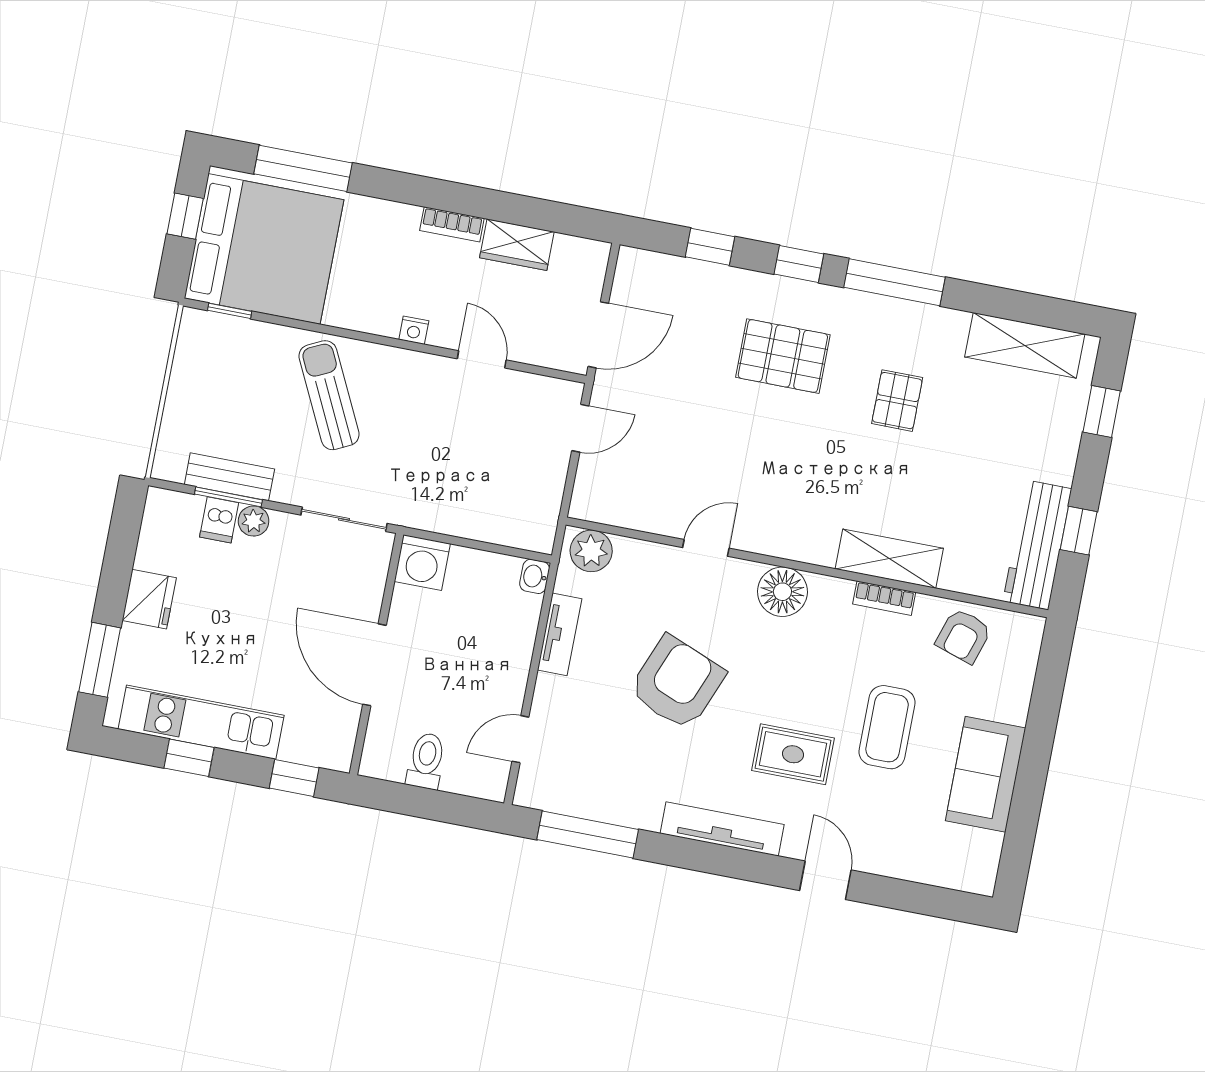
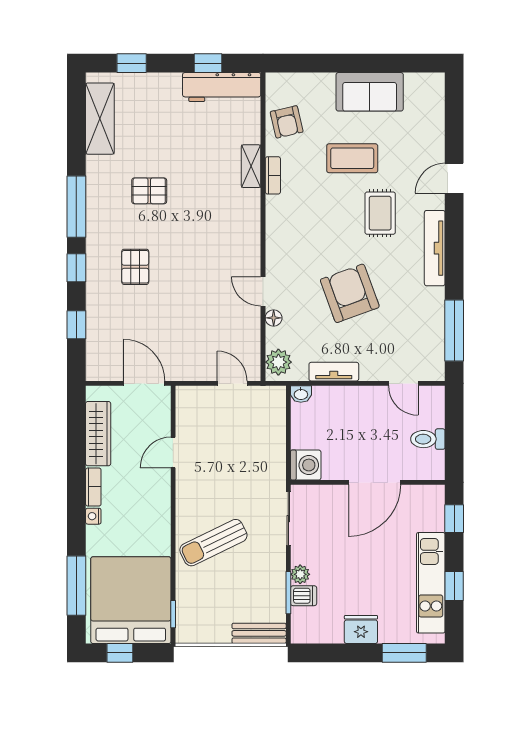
wardrobe: (517, 245) -> (98, 434), width x1.50
nightstand: (414, 330) -> (93, 516), moved, turned 180
pallet: (783, 356) -> (135, 267), width x0.67, depth x0.71
door: (580, 428) -> (232, 383), moved
bench: (229, 477) -> (259, 633), moved, turned 90
shelving: (889, 559) -> (251, 166), width x0.67, depth x0.75
floor lamp: (782, 592) -> (274, 318), moved, width x0.53, depth x0.53
armchair: (964, 636) -> (287, 122), turned 59
armchair: (677, 683) -> (350, 293), turned 48

